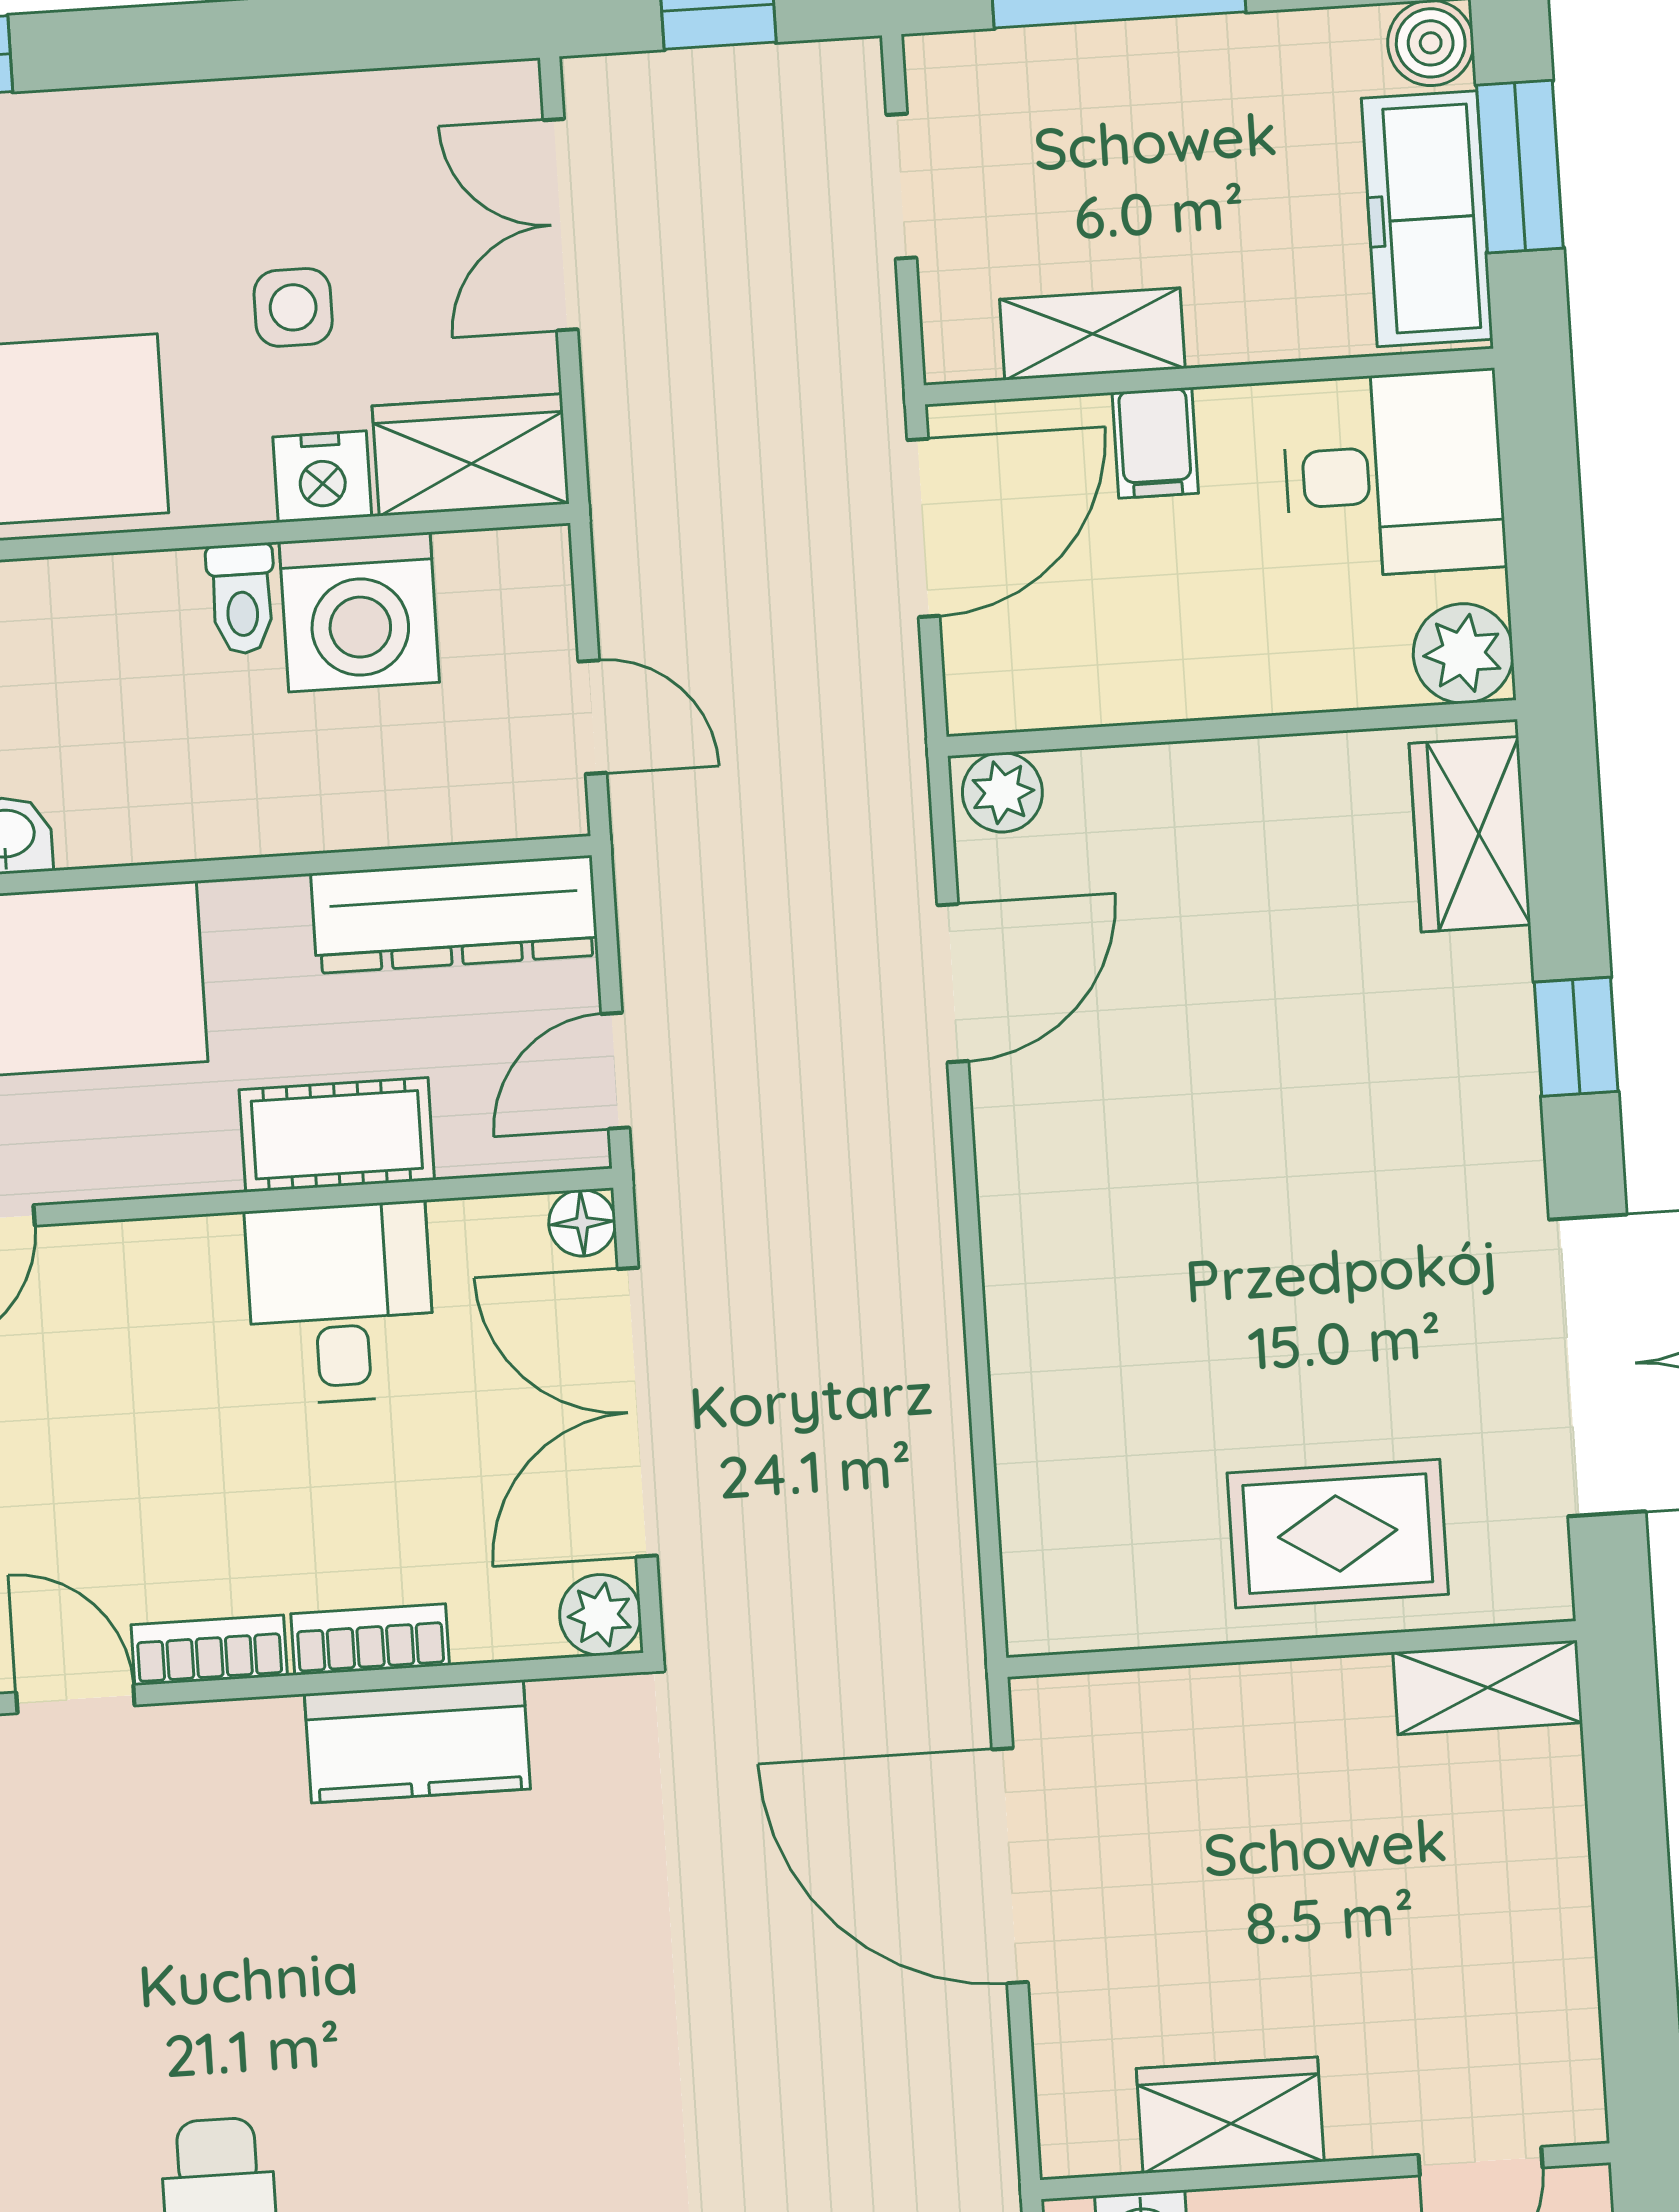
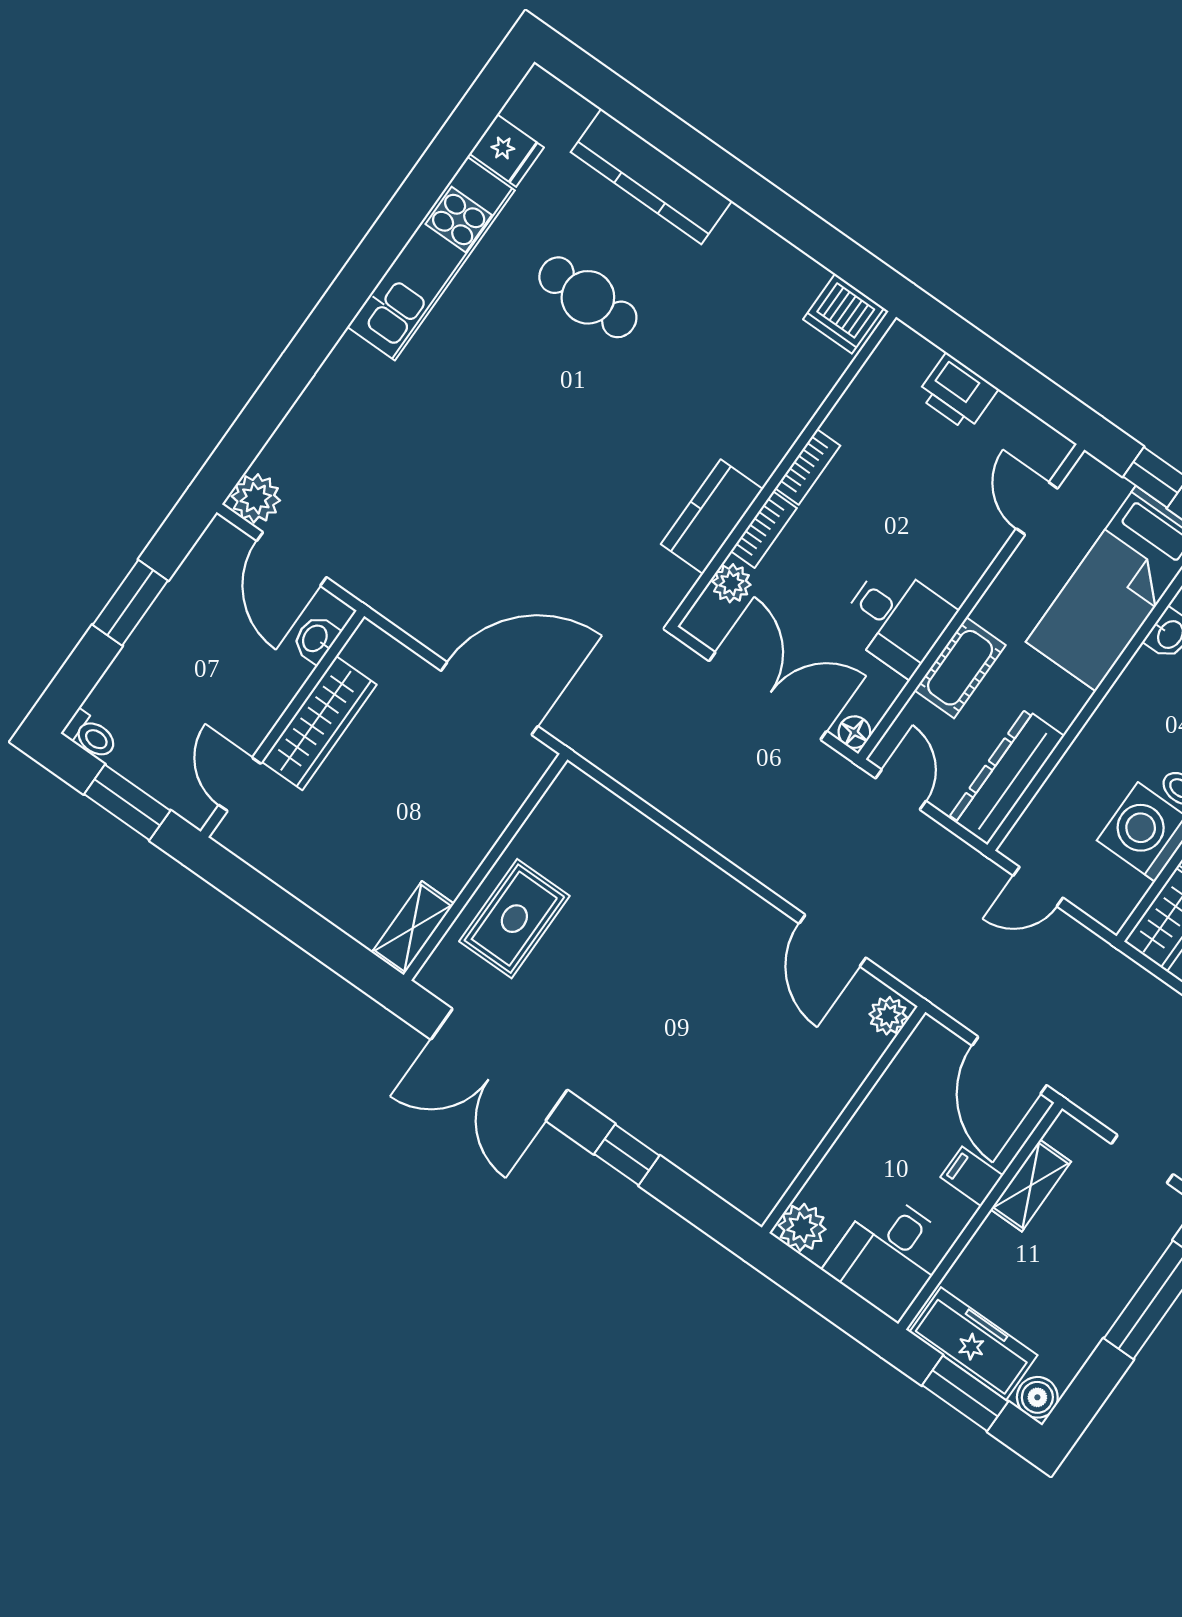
wardrobe: (1470, 834) -> (733, 1176), removed
plant: (600, 1615) -> (731, 583), moved
door: (75, 1699) -> (830, 403), removed
wardrobe: (1230, 2115) -> (319, 723), width x1.50

